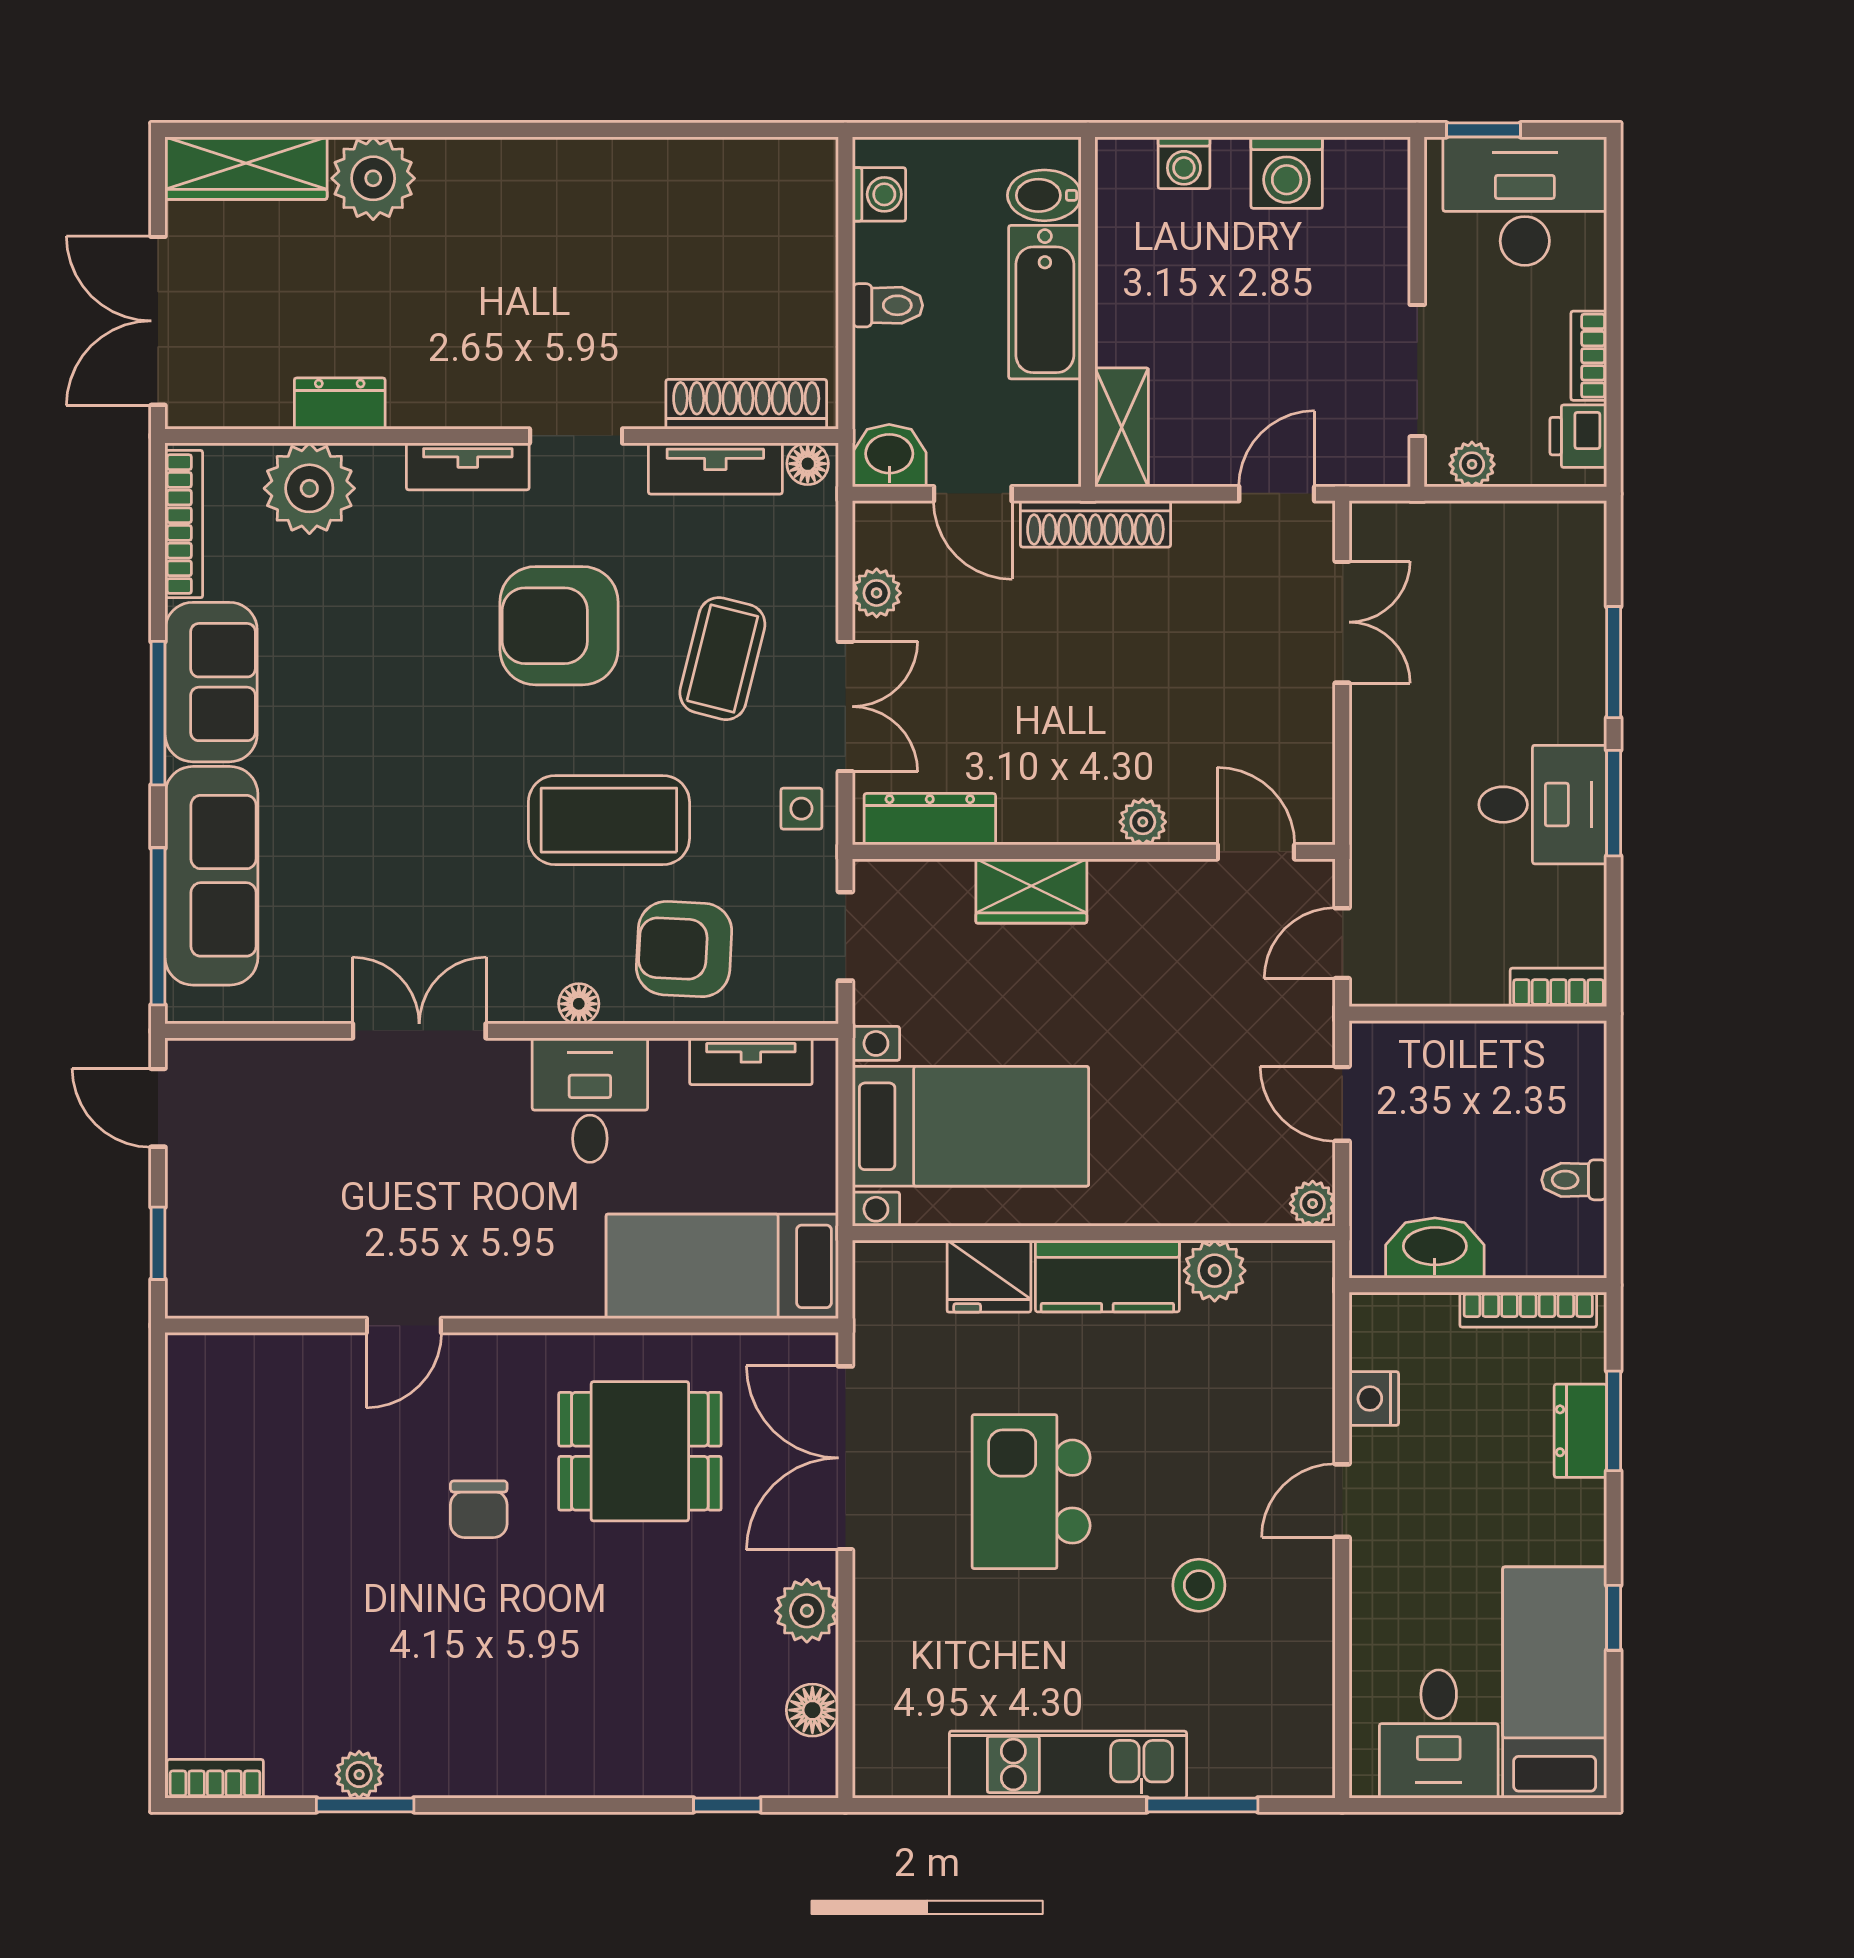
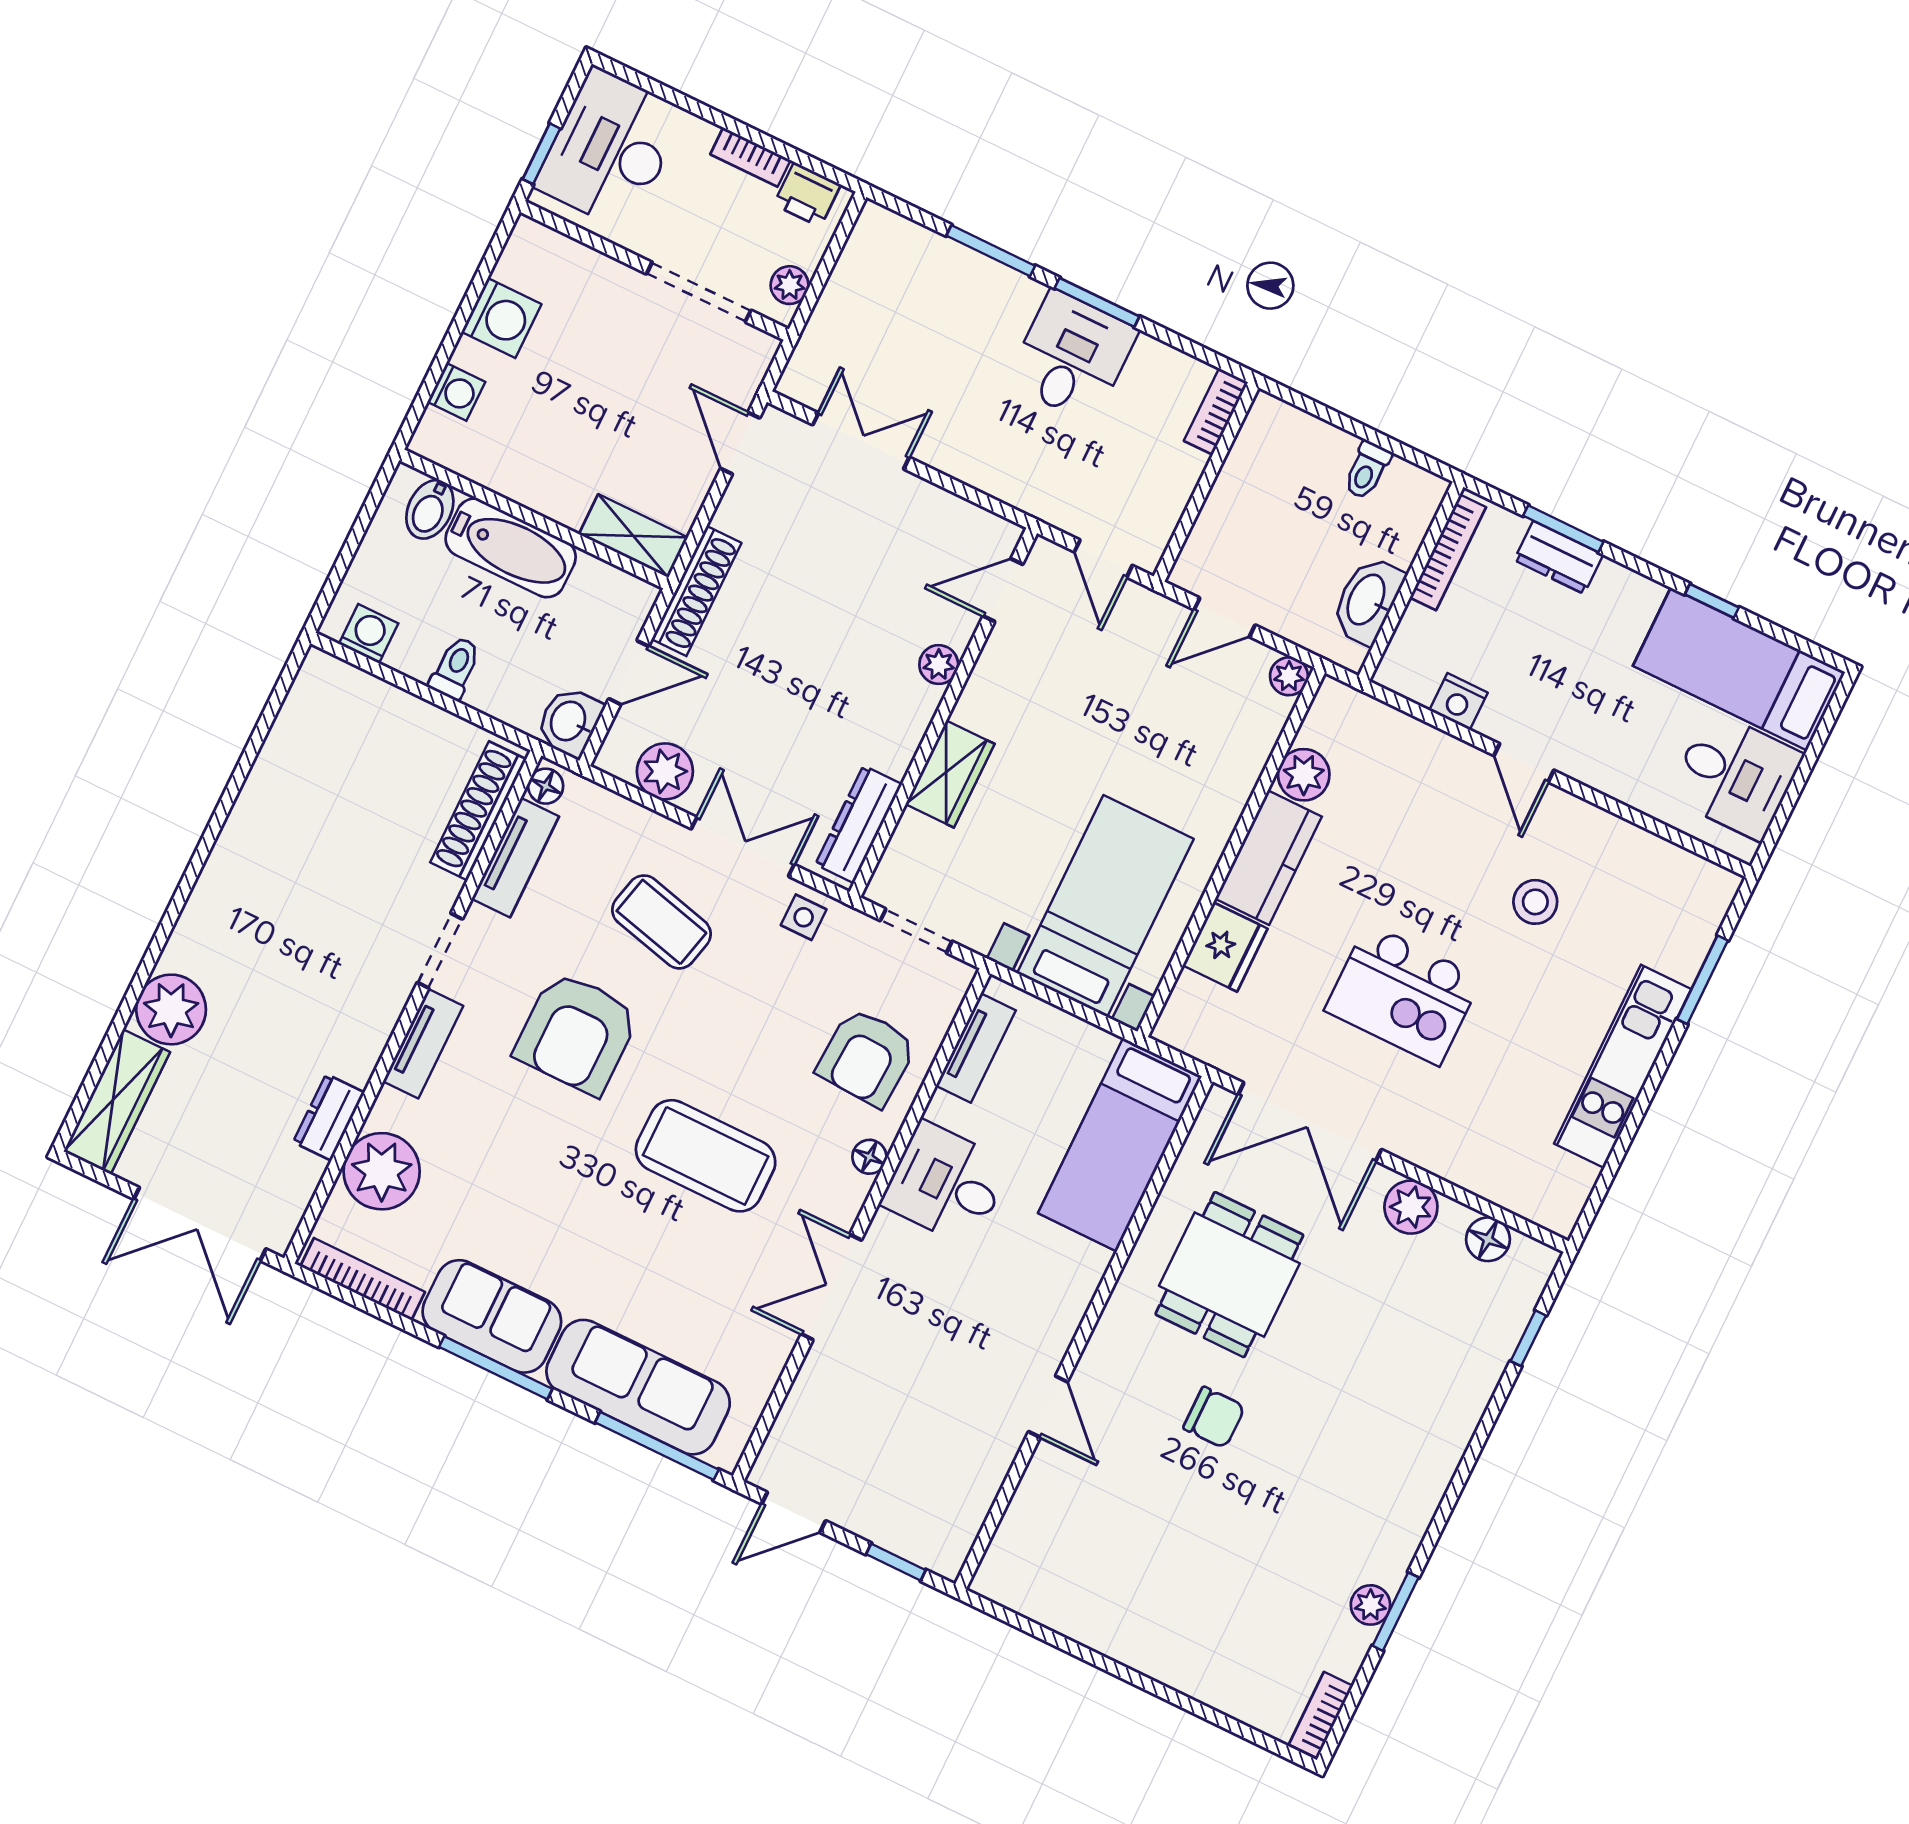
plant: (877, 593) -> (665, 771), width x1.38, depth x1.38
coffee table: (609, 820) -> (706, 1156), moved, turned 90

